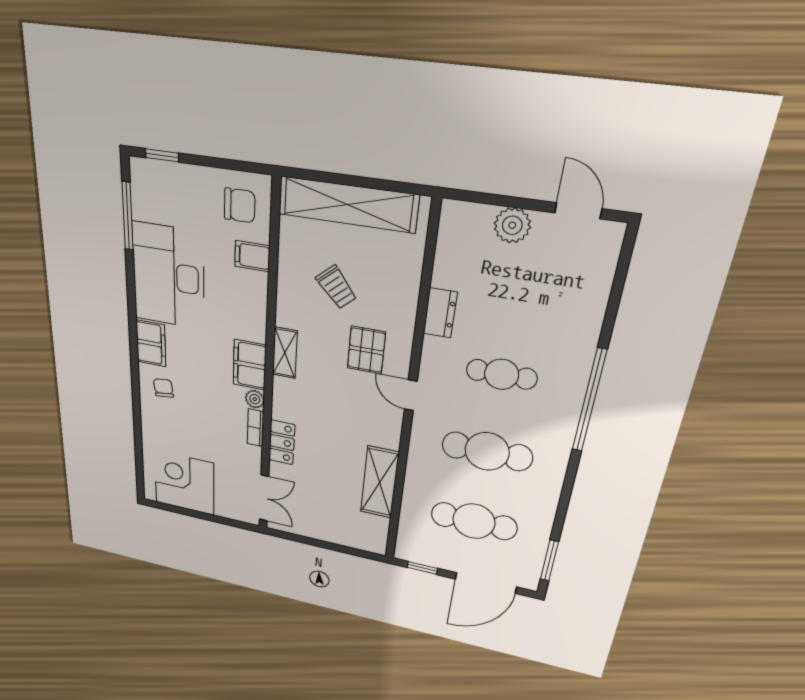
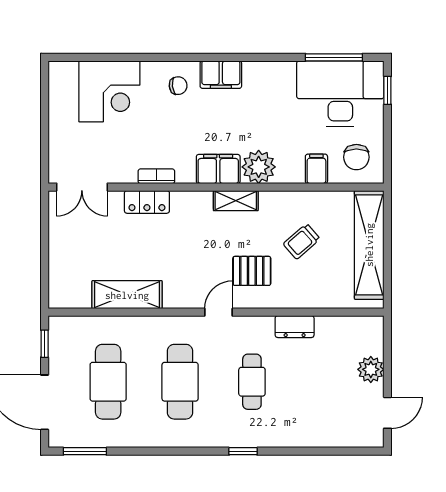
desk: (168, 276) -> (340, 93), moved
plant: (255, 399) -> (259, 167), moved, width x1.88, depth x1.88
window: (589, 401) -> (243, 451), width x0.32
corner desk: (184, 483) -> (109, 91), moved, turned 90

